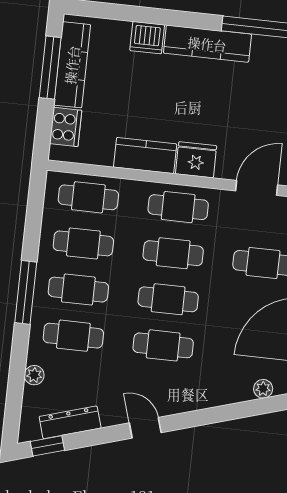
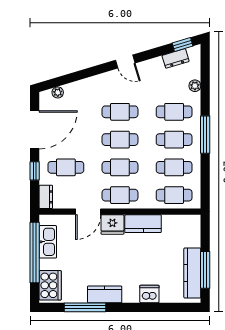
kitchen counter: (207, 44) -> (105, 294), width x0.67
cooker: (66, 127) -> (192, 236), removed
door: (257, 188) -> (88, 212), moved
dresser: (70, 422) -> (176, 58), width x0.70

